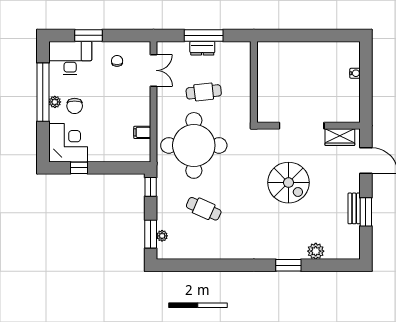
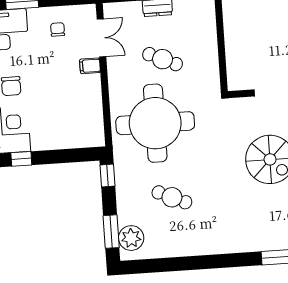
cafe table: (204, 92) -> (163, 59), turned 30
filing cabinet: (142, 132) -> (90, 66), moved
plant: (162, 236) -> (131, 238), width x1.88, depth x1.88

